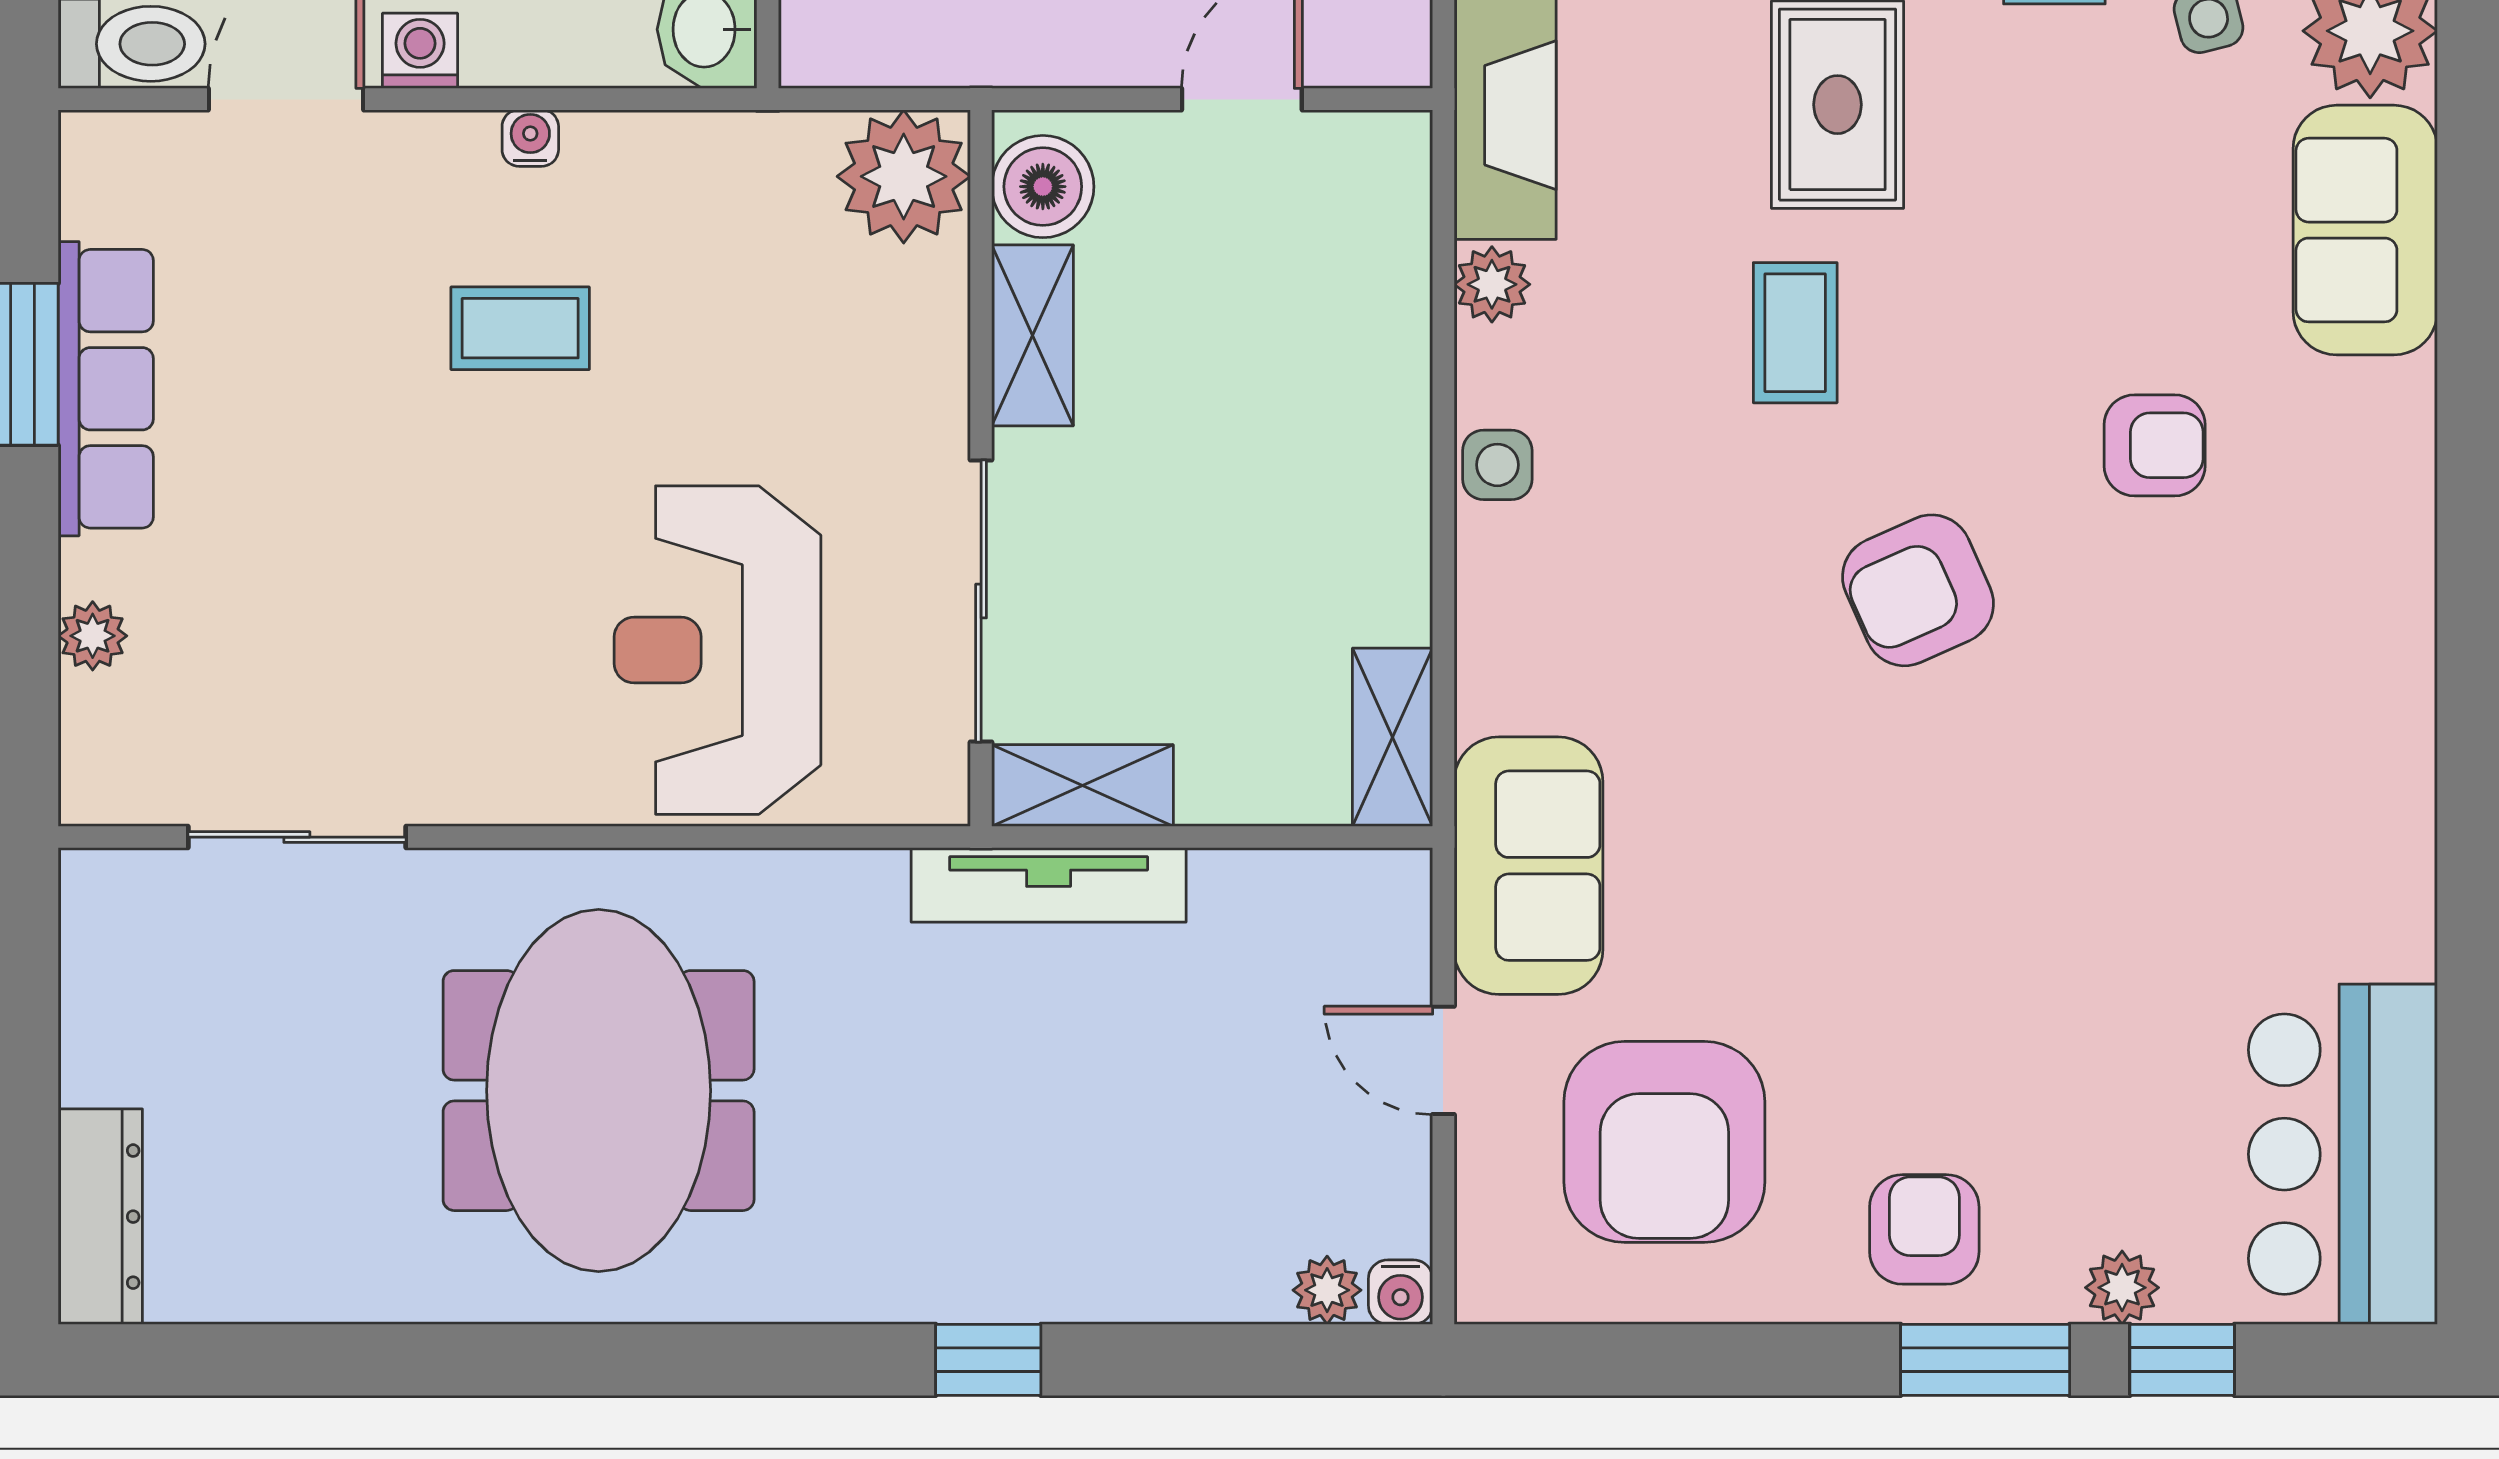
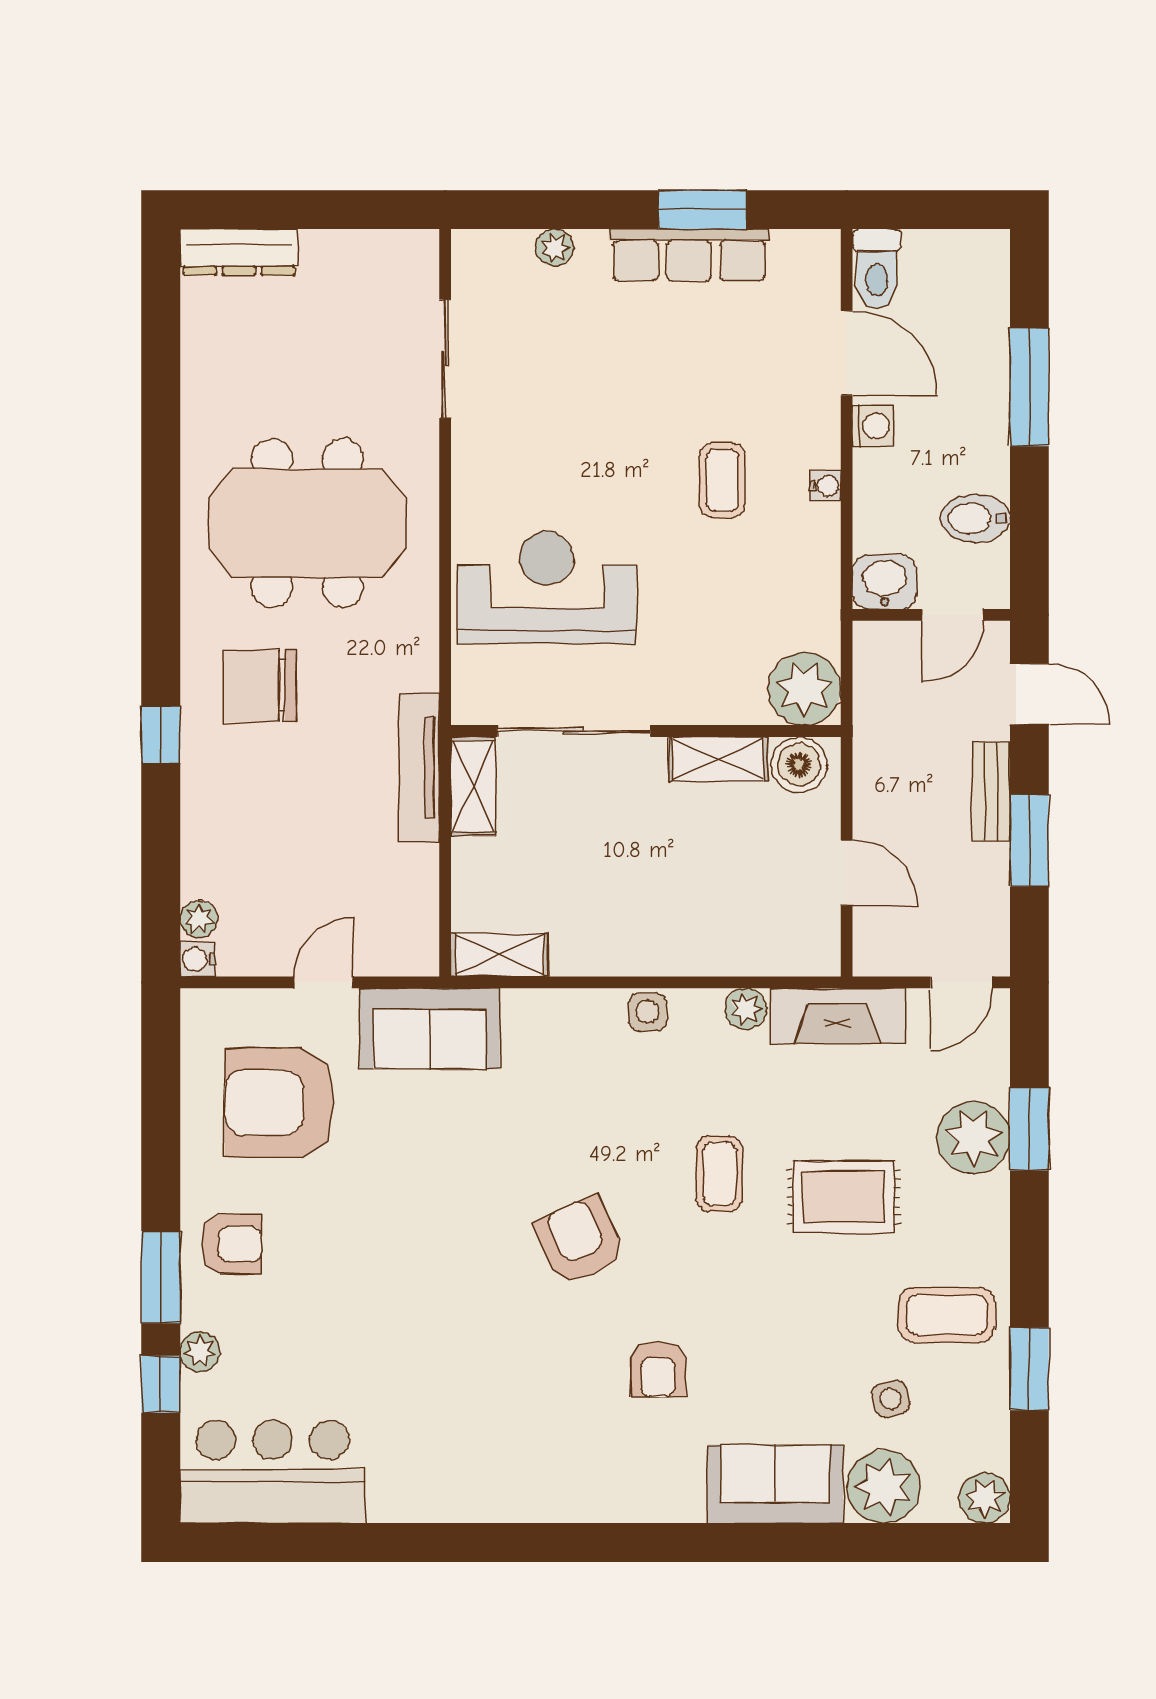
coffee table: (1795, 333) -> (720, 1174), turned 90
chair: (898, 1177) -> (260, 686), added

